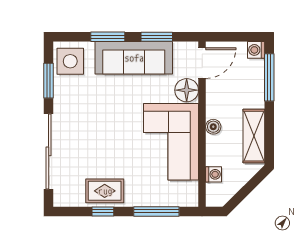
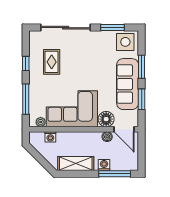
washing machine: (256, 50) -> (104, 165), moved
boiler: (213, 127) -> (107, 137), moved
plant: (191, 189) -> (41, 122), added
rug: (105, 191) -> (52, 62), moved

